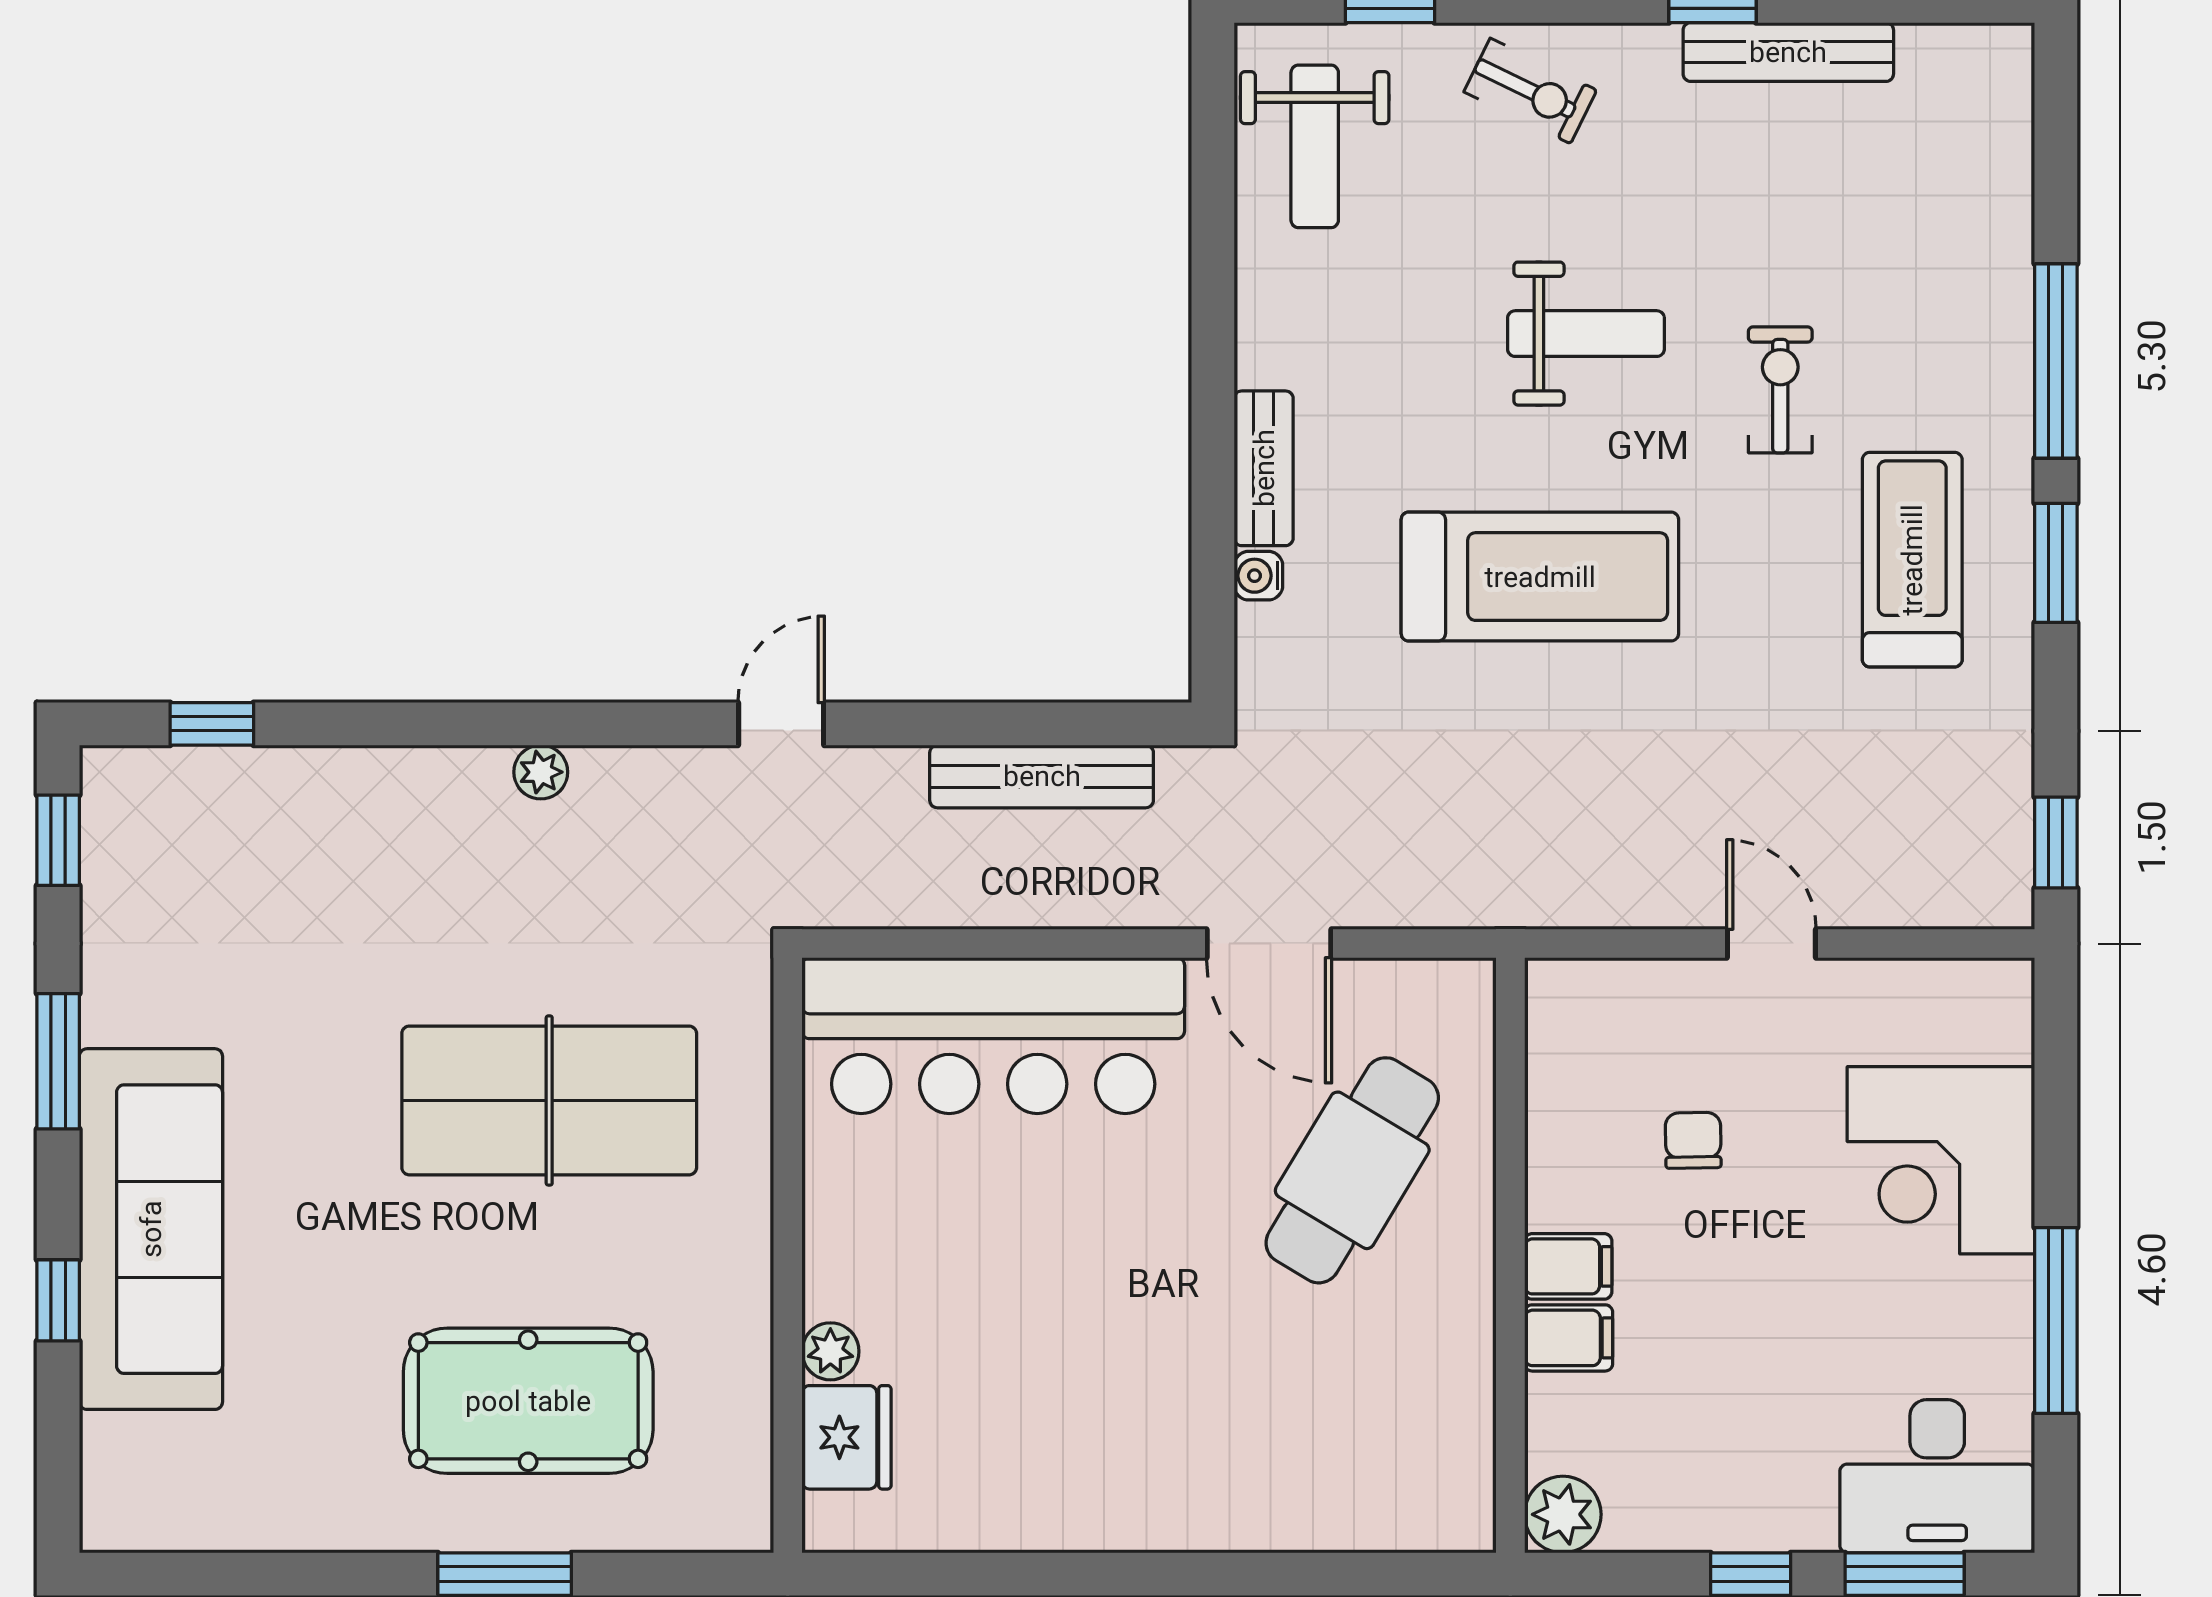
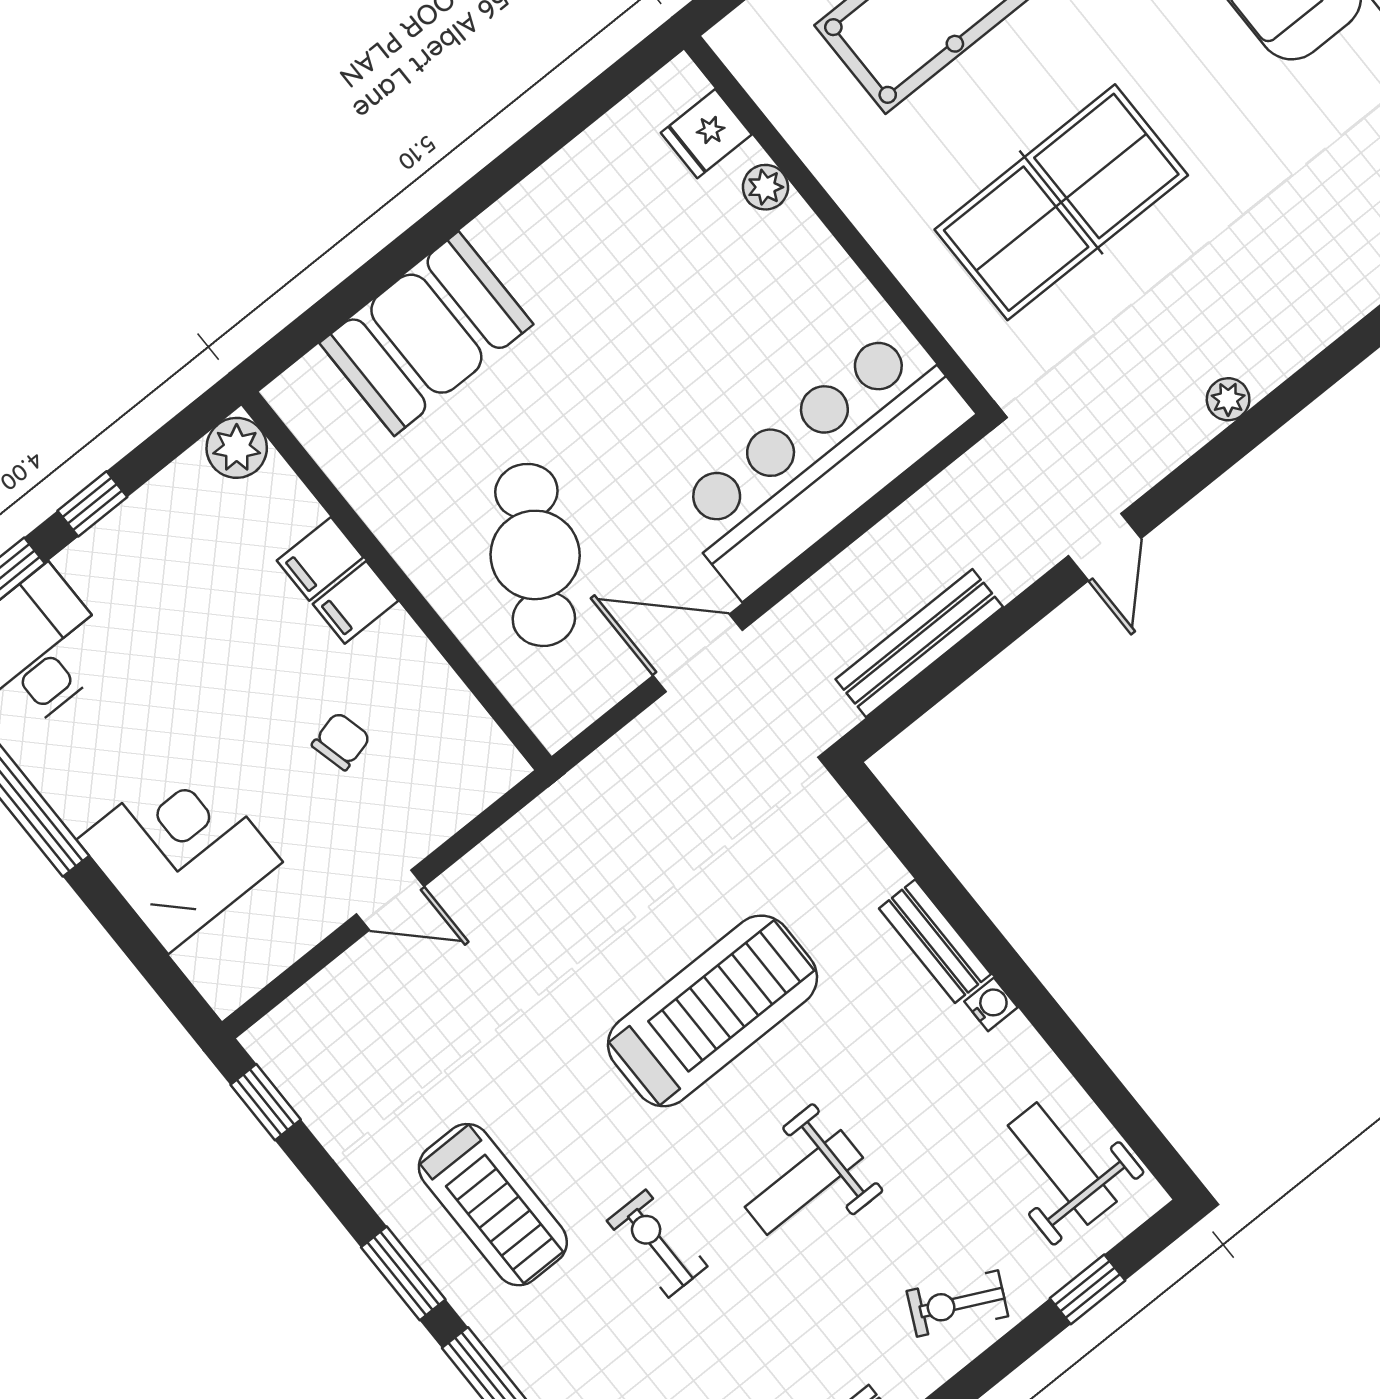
exercise bike: (1780, 390) -> (657, 1244), turned 180
water cooler: (1258, 576) -> (991, 1004), moved
treadmill: (1540, 577) -> (713, 1011), turned 180
chair: (1693, 1140) -> (341, 741), turned -103
fridge: (846, 1437) -> (706, 134), width x0.72
booth: (1284, 1476) -> (426, 334), added

